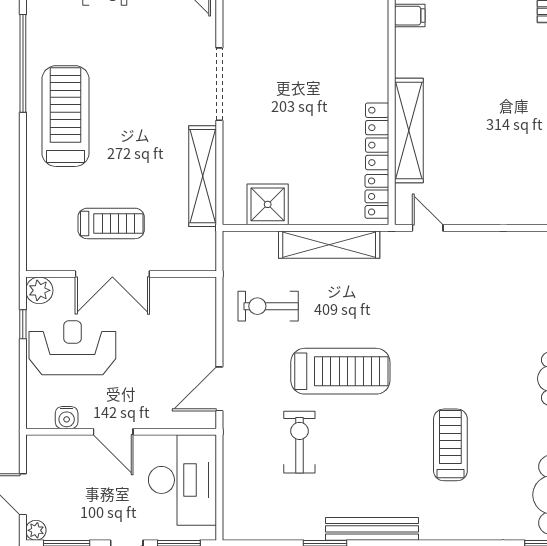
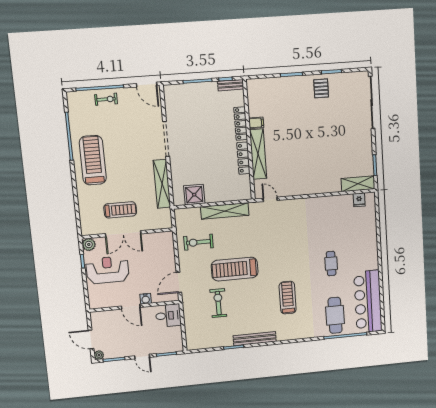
filing cabinet: (410, 16) -> (256, 123), moved
locker: (377, 196) -> (241, 124), moved, width x1.53
treadmill: (340, 371) -> (235, 269), turned 180
water cooler: (67, 418) -> (146, 299), moved
desk: (183, 480) -> (168, 316), width x0.53, depth x0.77

